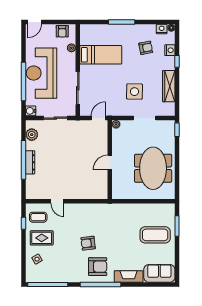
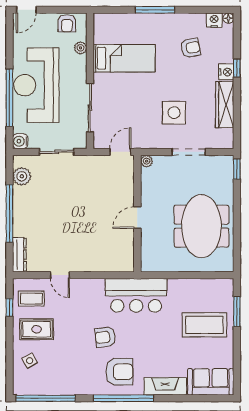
nightstand: (170, 50) -> (226, 72), moved
dresser: (30, 162) -> (19, 255), moved
bar counter: (109, 215) -> (136, 295), added

